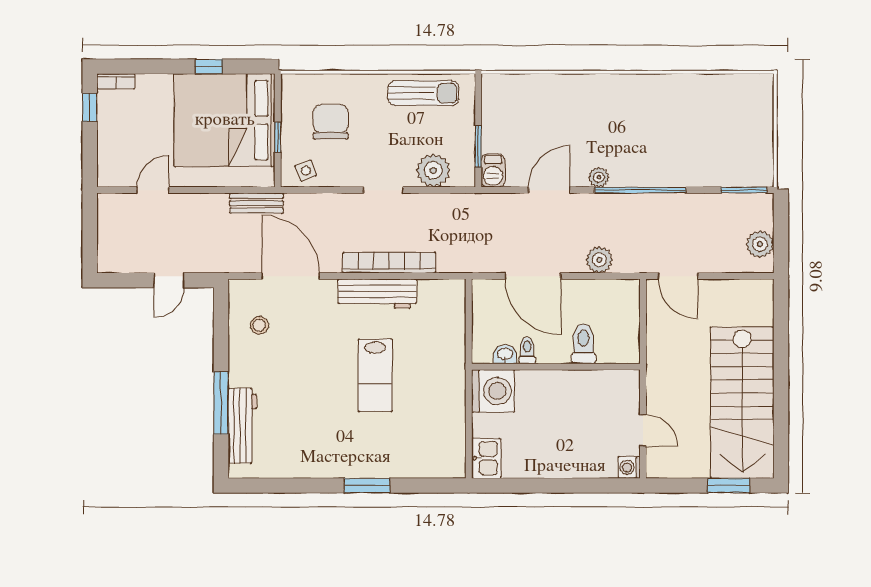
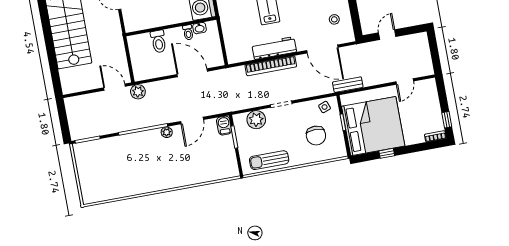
plant: (760, 244) -> (74, 112), removed
plant: (599, 260) -> (138, 92), moved

